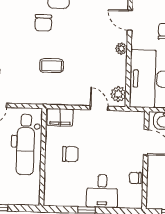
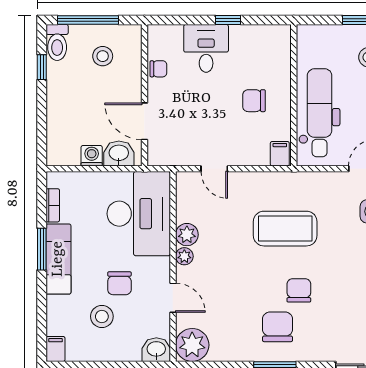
coffee table: (51, 66) -> (285, 229), width x1.86, depth x1.72
plant: (118, 94) -> (187, 235), moved
filing cabinet: (60, 117) -> (280, 154), width x0.50

